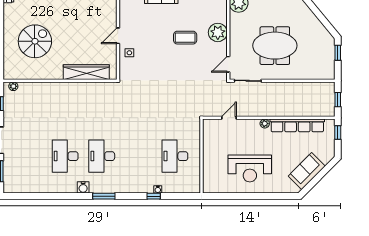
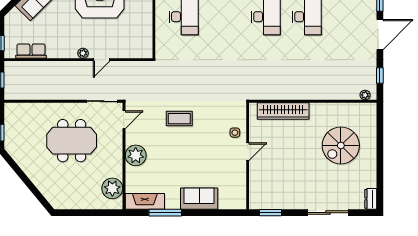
coffee table: (185, 38) -> (179, 119), moved
door: (229, 118) -> (102, 60), moved
row of seats: (297, 125) -> (31, 51), width x0.50

